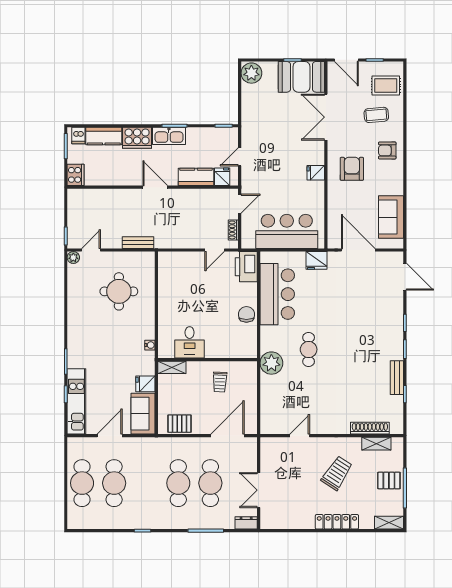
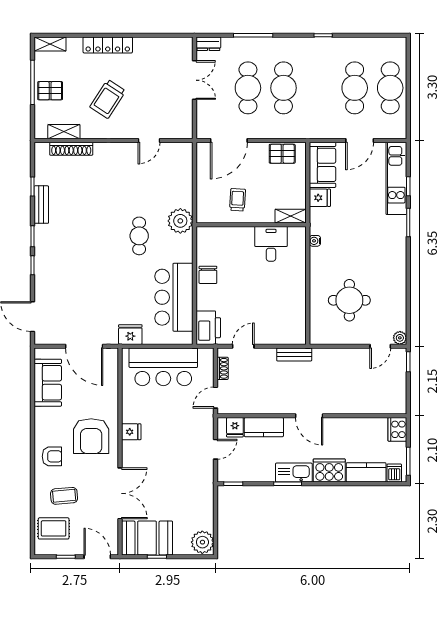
armchair: (352, 169) -> (91, 436), width x1.36, depth x1.36
bench: (138, 243) -> (294, 354), moved

